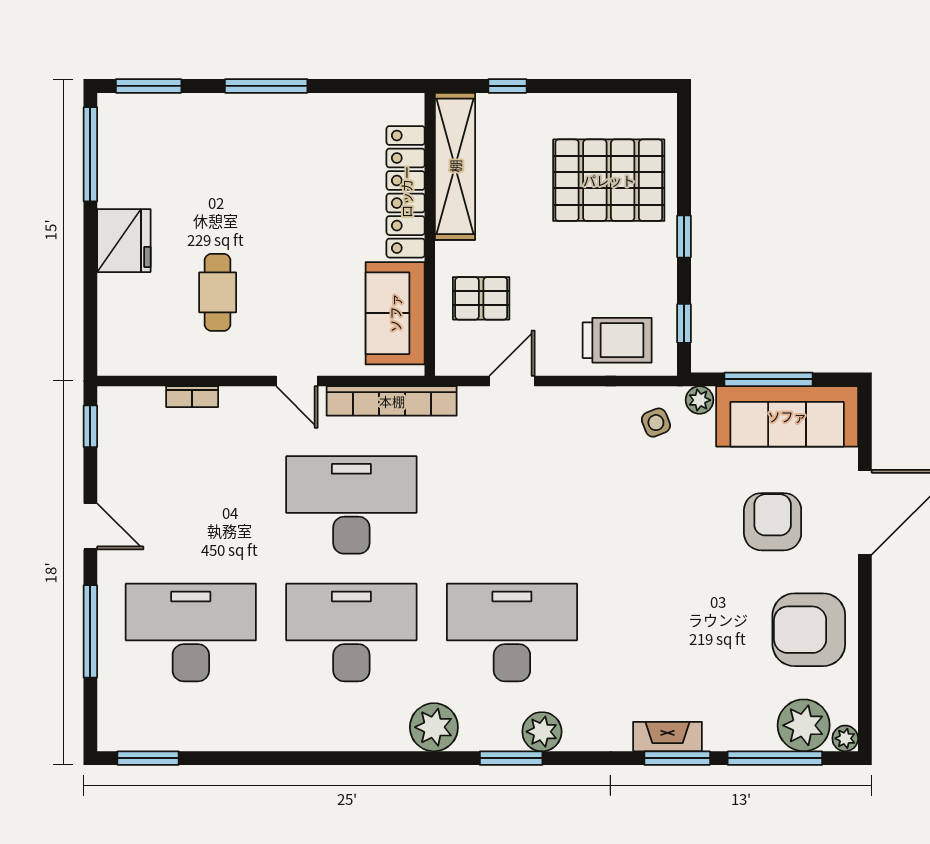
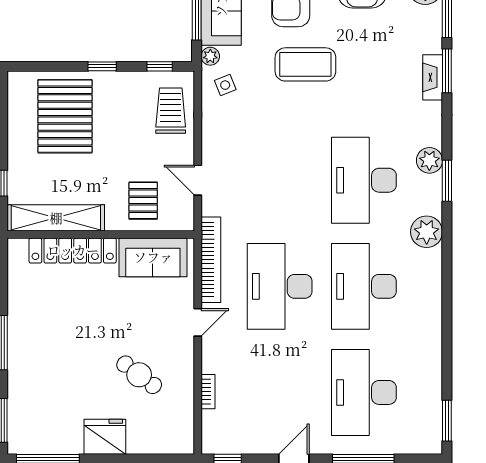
cafe table: (218, 292) -> (139, 375), turned 37
coffee table: (687, 544) -> (305, 64), added

